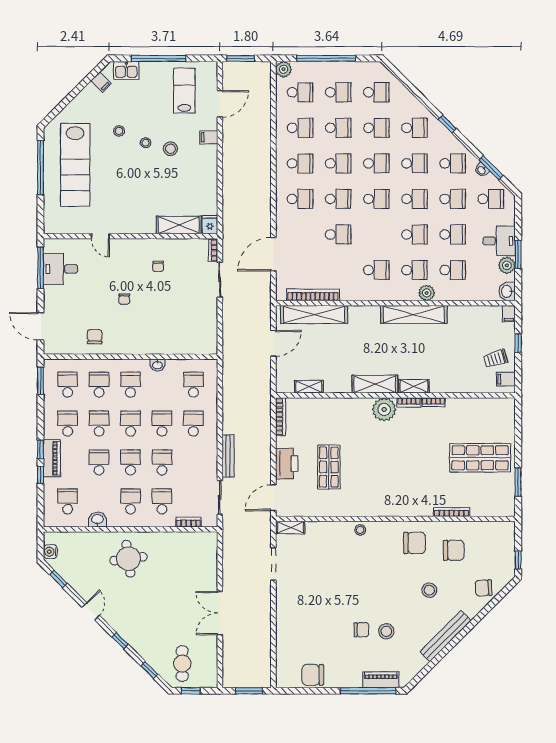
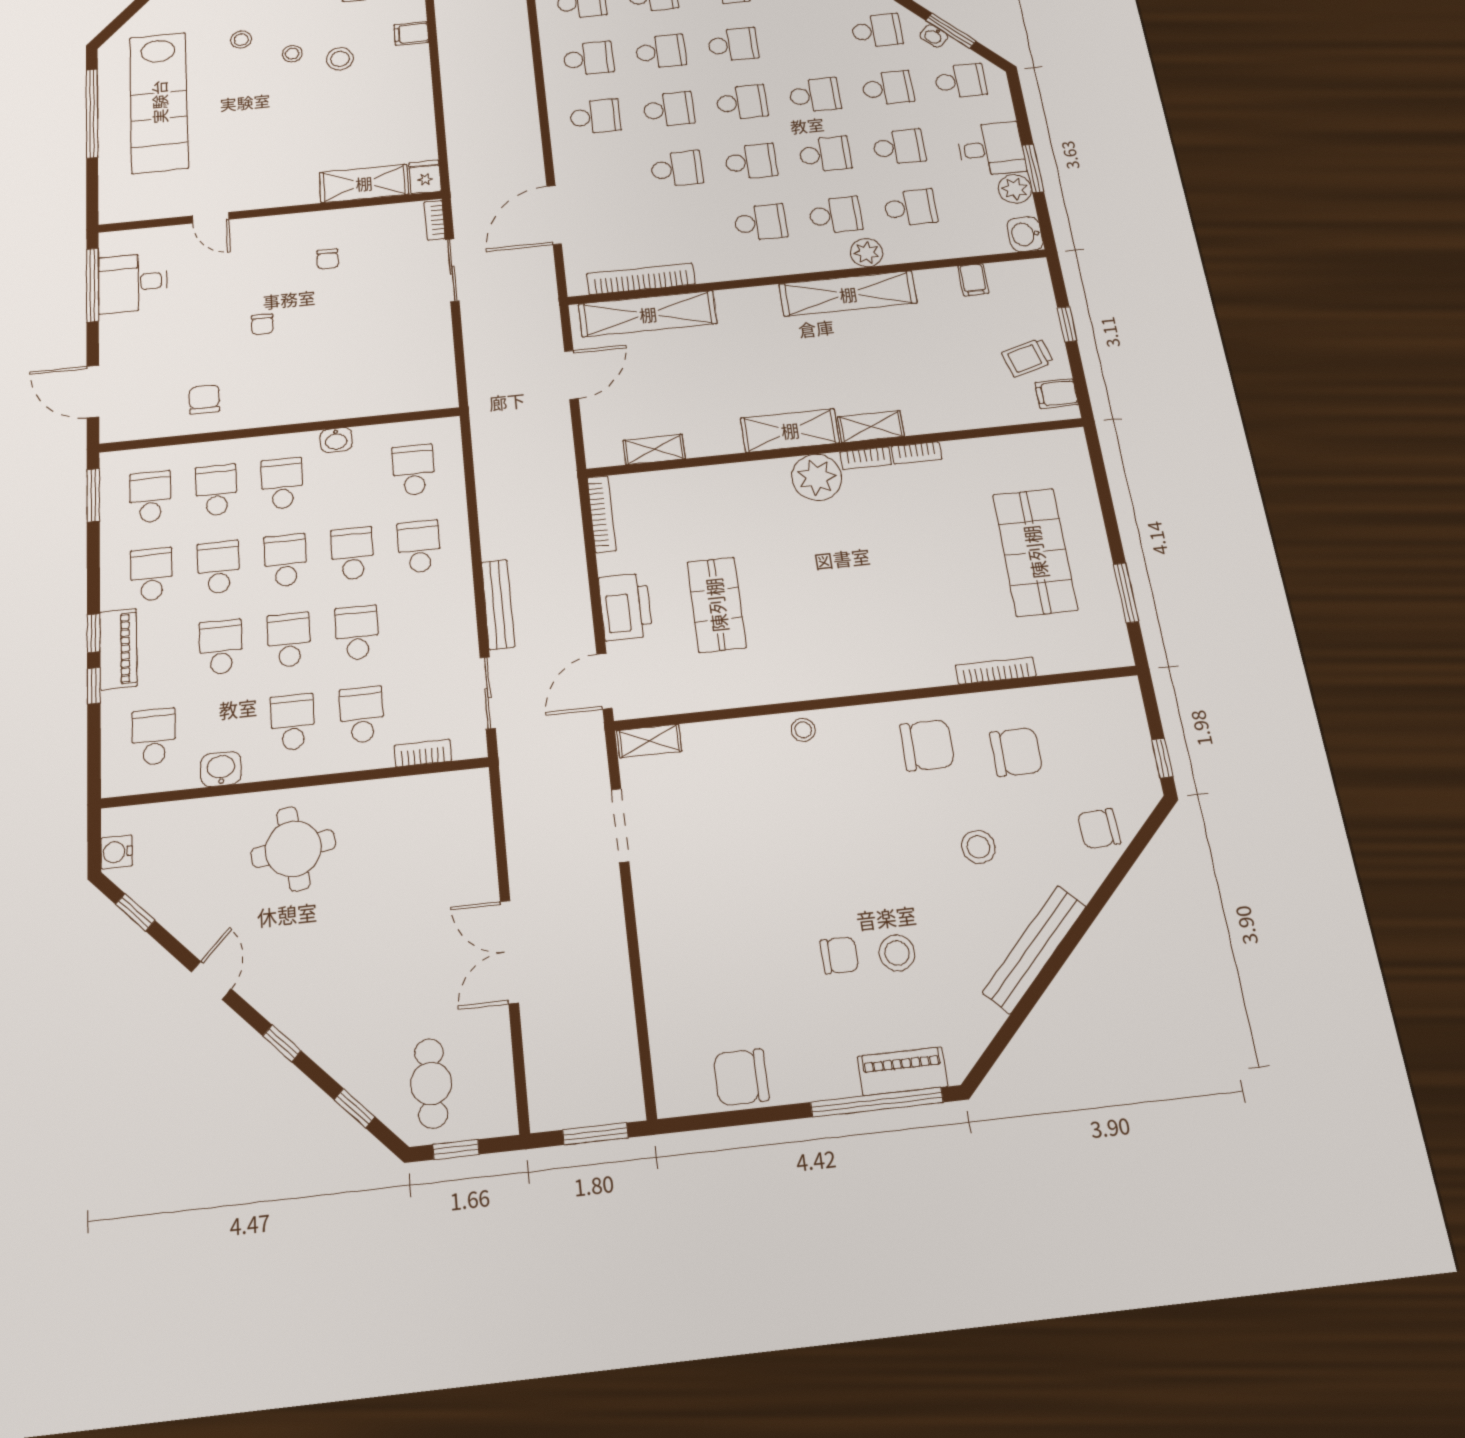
school desk: (414, 163) -> (751, 162), moved
filing cabinet: (509, 314) -> (973, 280), moved
shop shelf: (480, 458) -> (1035, 552), turned 90

